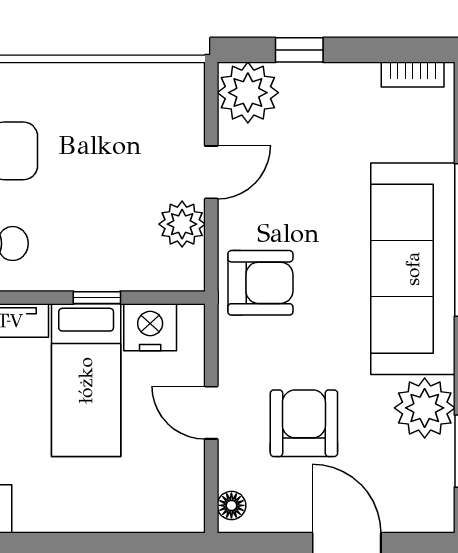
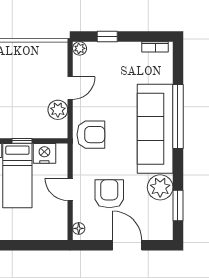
plant: (248, 93) -> (80, 48), width x0.53, depth x0.53

